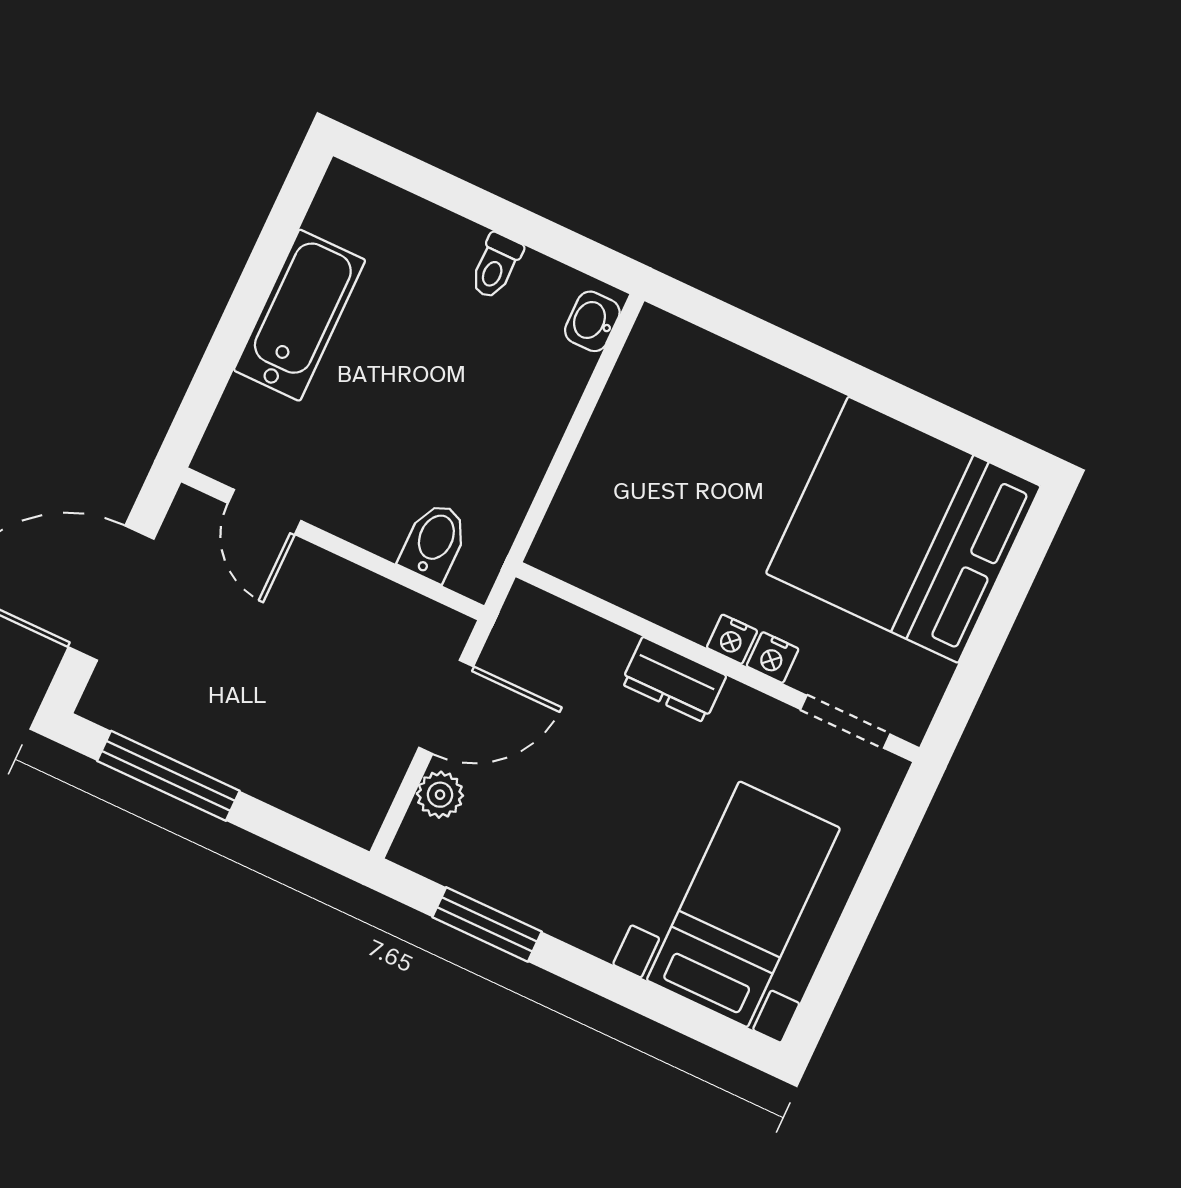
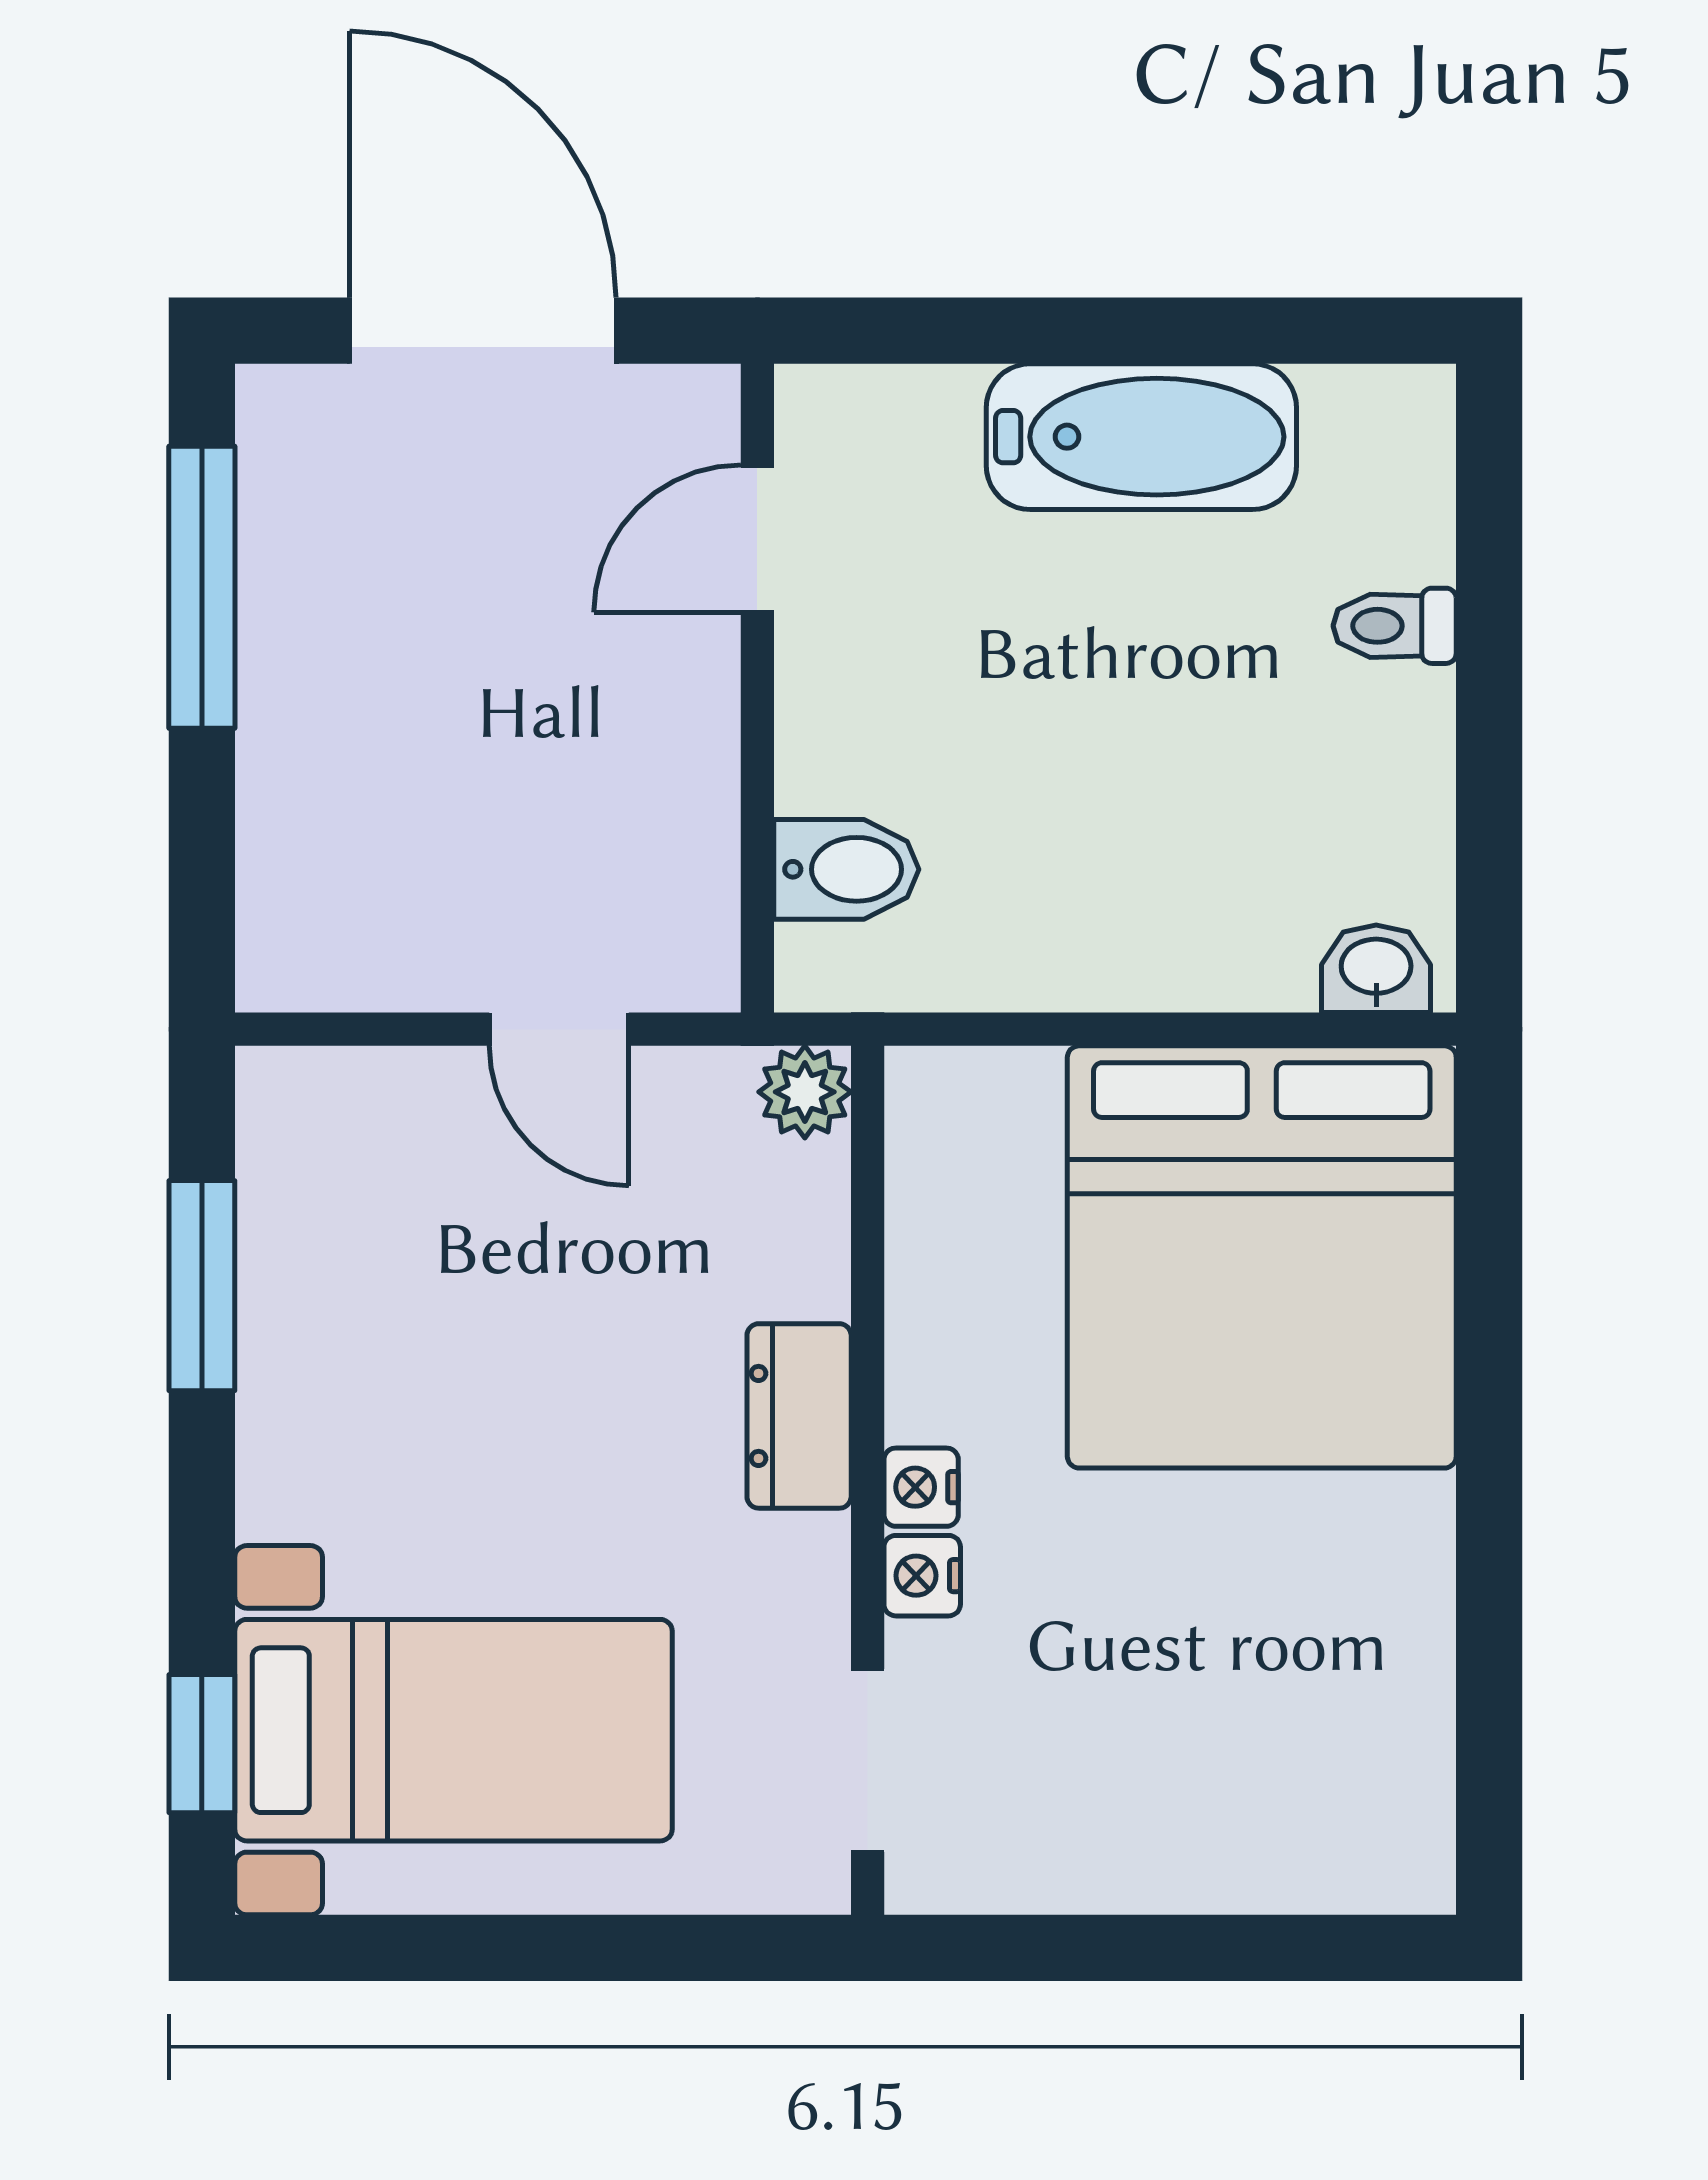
toilet: (496, 266) -> (1395, 626), moved
bed: (903, 530) -> (1262, 1257), moved, turned 180
door: (446, 707) -> (559, 1029), width x0.73
plant: (440, 795) -> (805, 1092), moved
window: (696, 1022) -> (202, 1744), added

